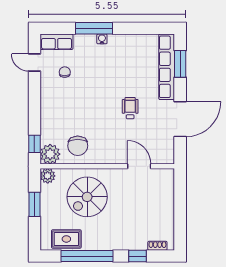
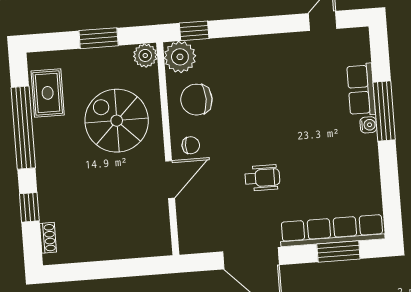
row of seats: (56, 42) -> (361, 90), moved
chair: (65, 72) -> (191, 145), moved
door: (139, 166) -> (170, 180), moved

